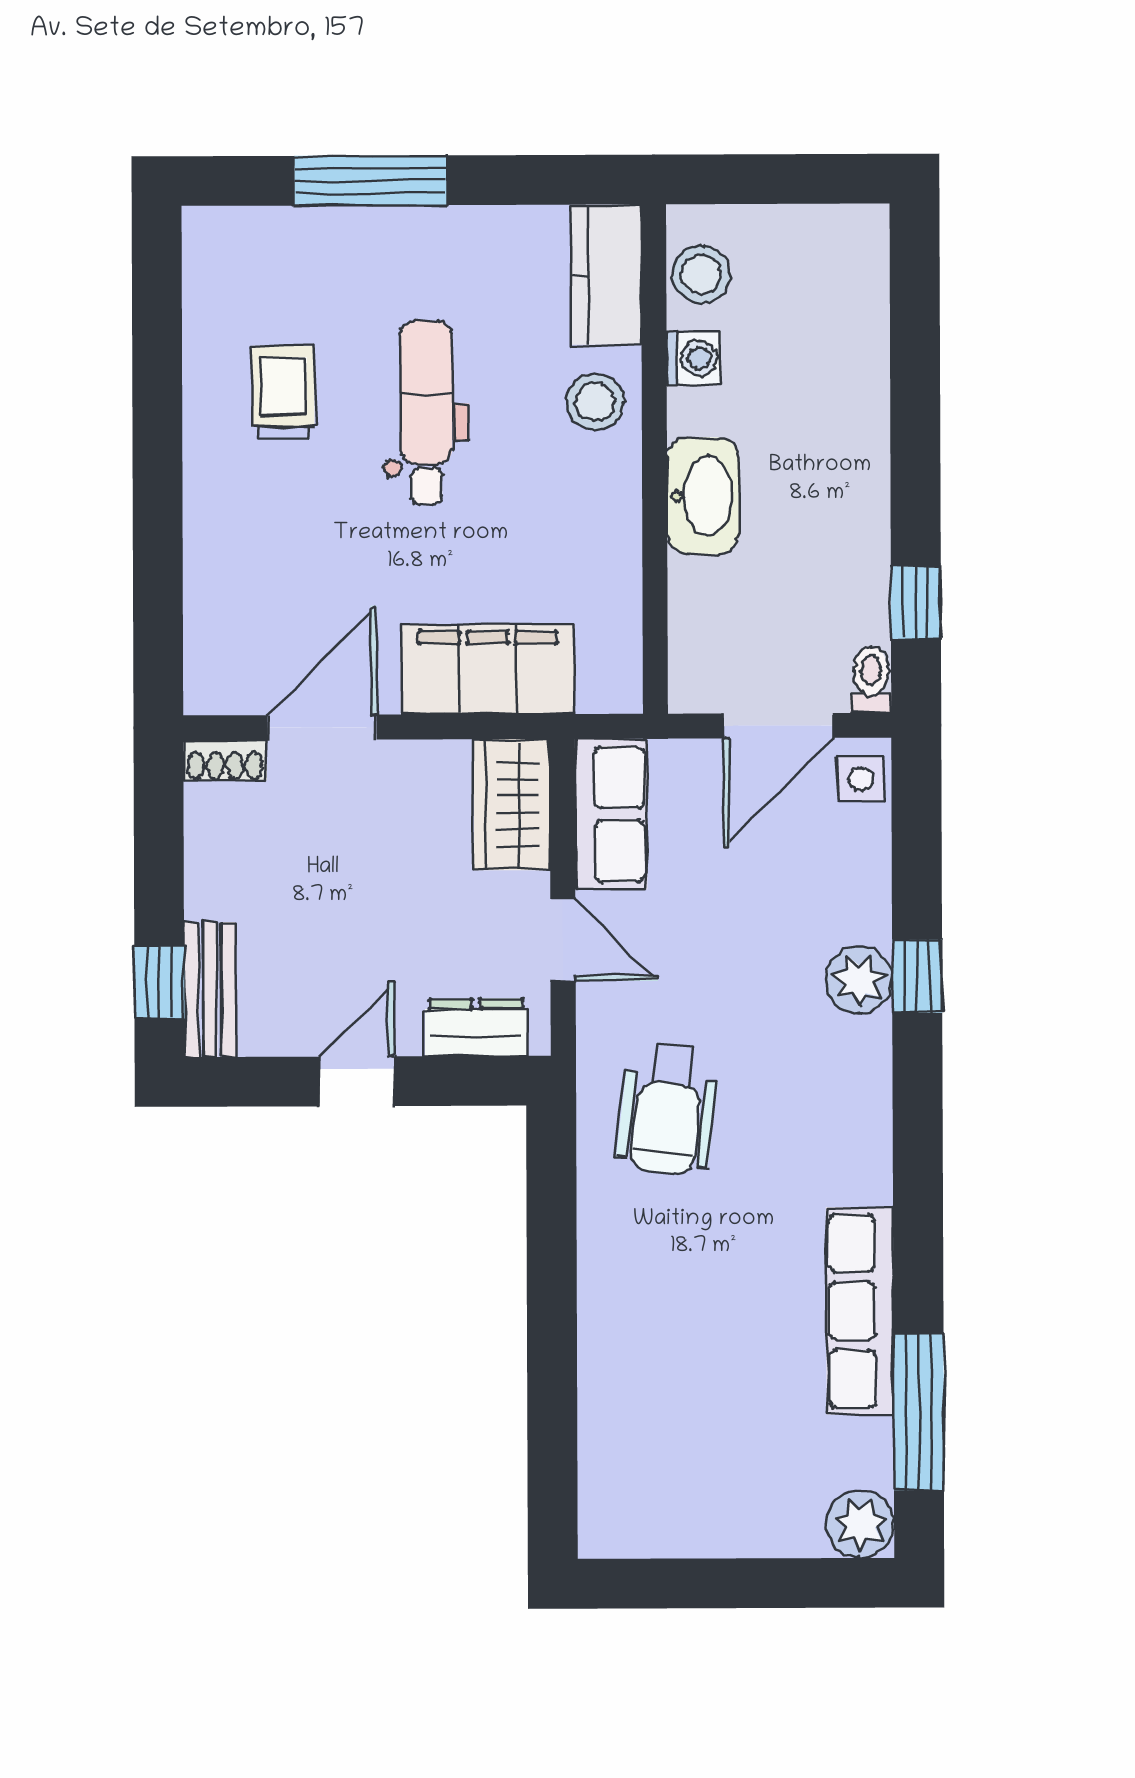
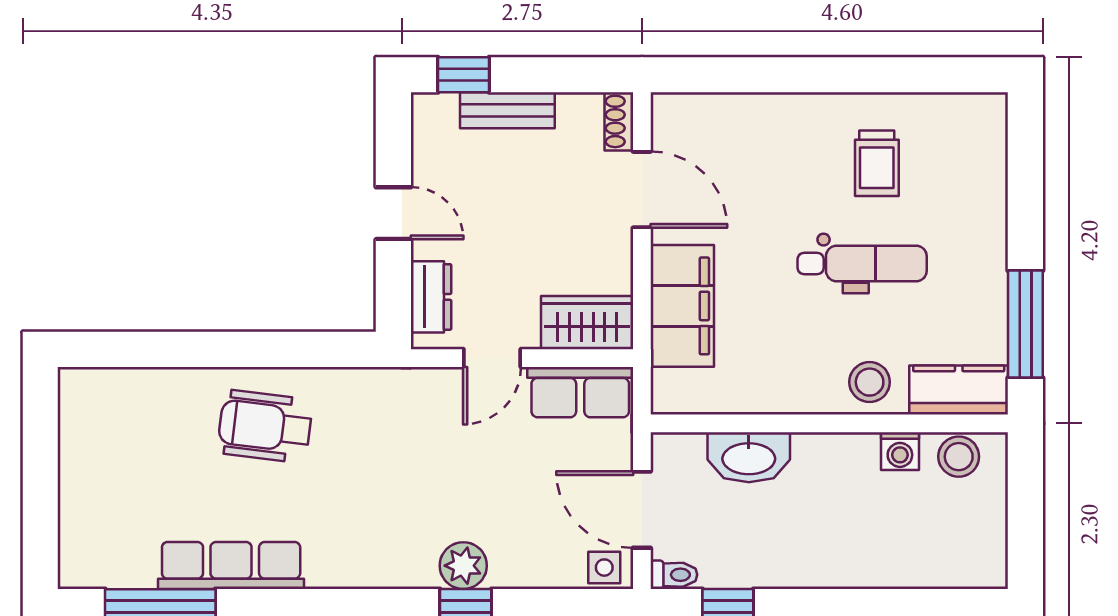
window: (371, 180) -> (1025, 324), moved
trolley: (283, 393) -> (877, 163), turned 90
washbasin: (703, 496) -> (749, 457), moved
bench: (210, 990) -> (507, 110), moved
wheelchair: (668, 1109) -> (265, 426), moved
plant: (860, 1524) -> (81, 565), removed

